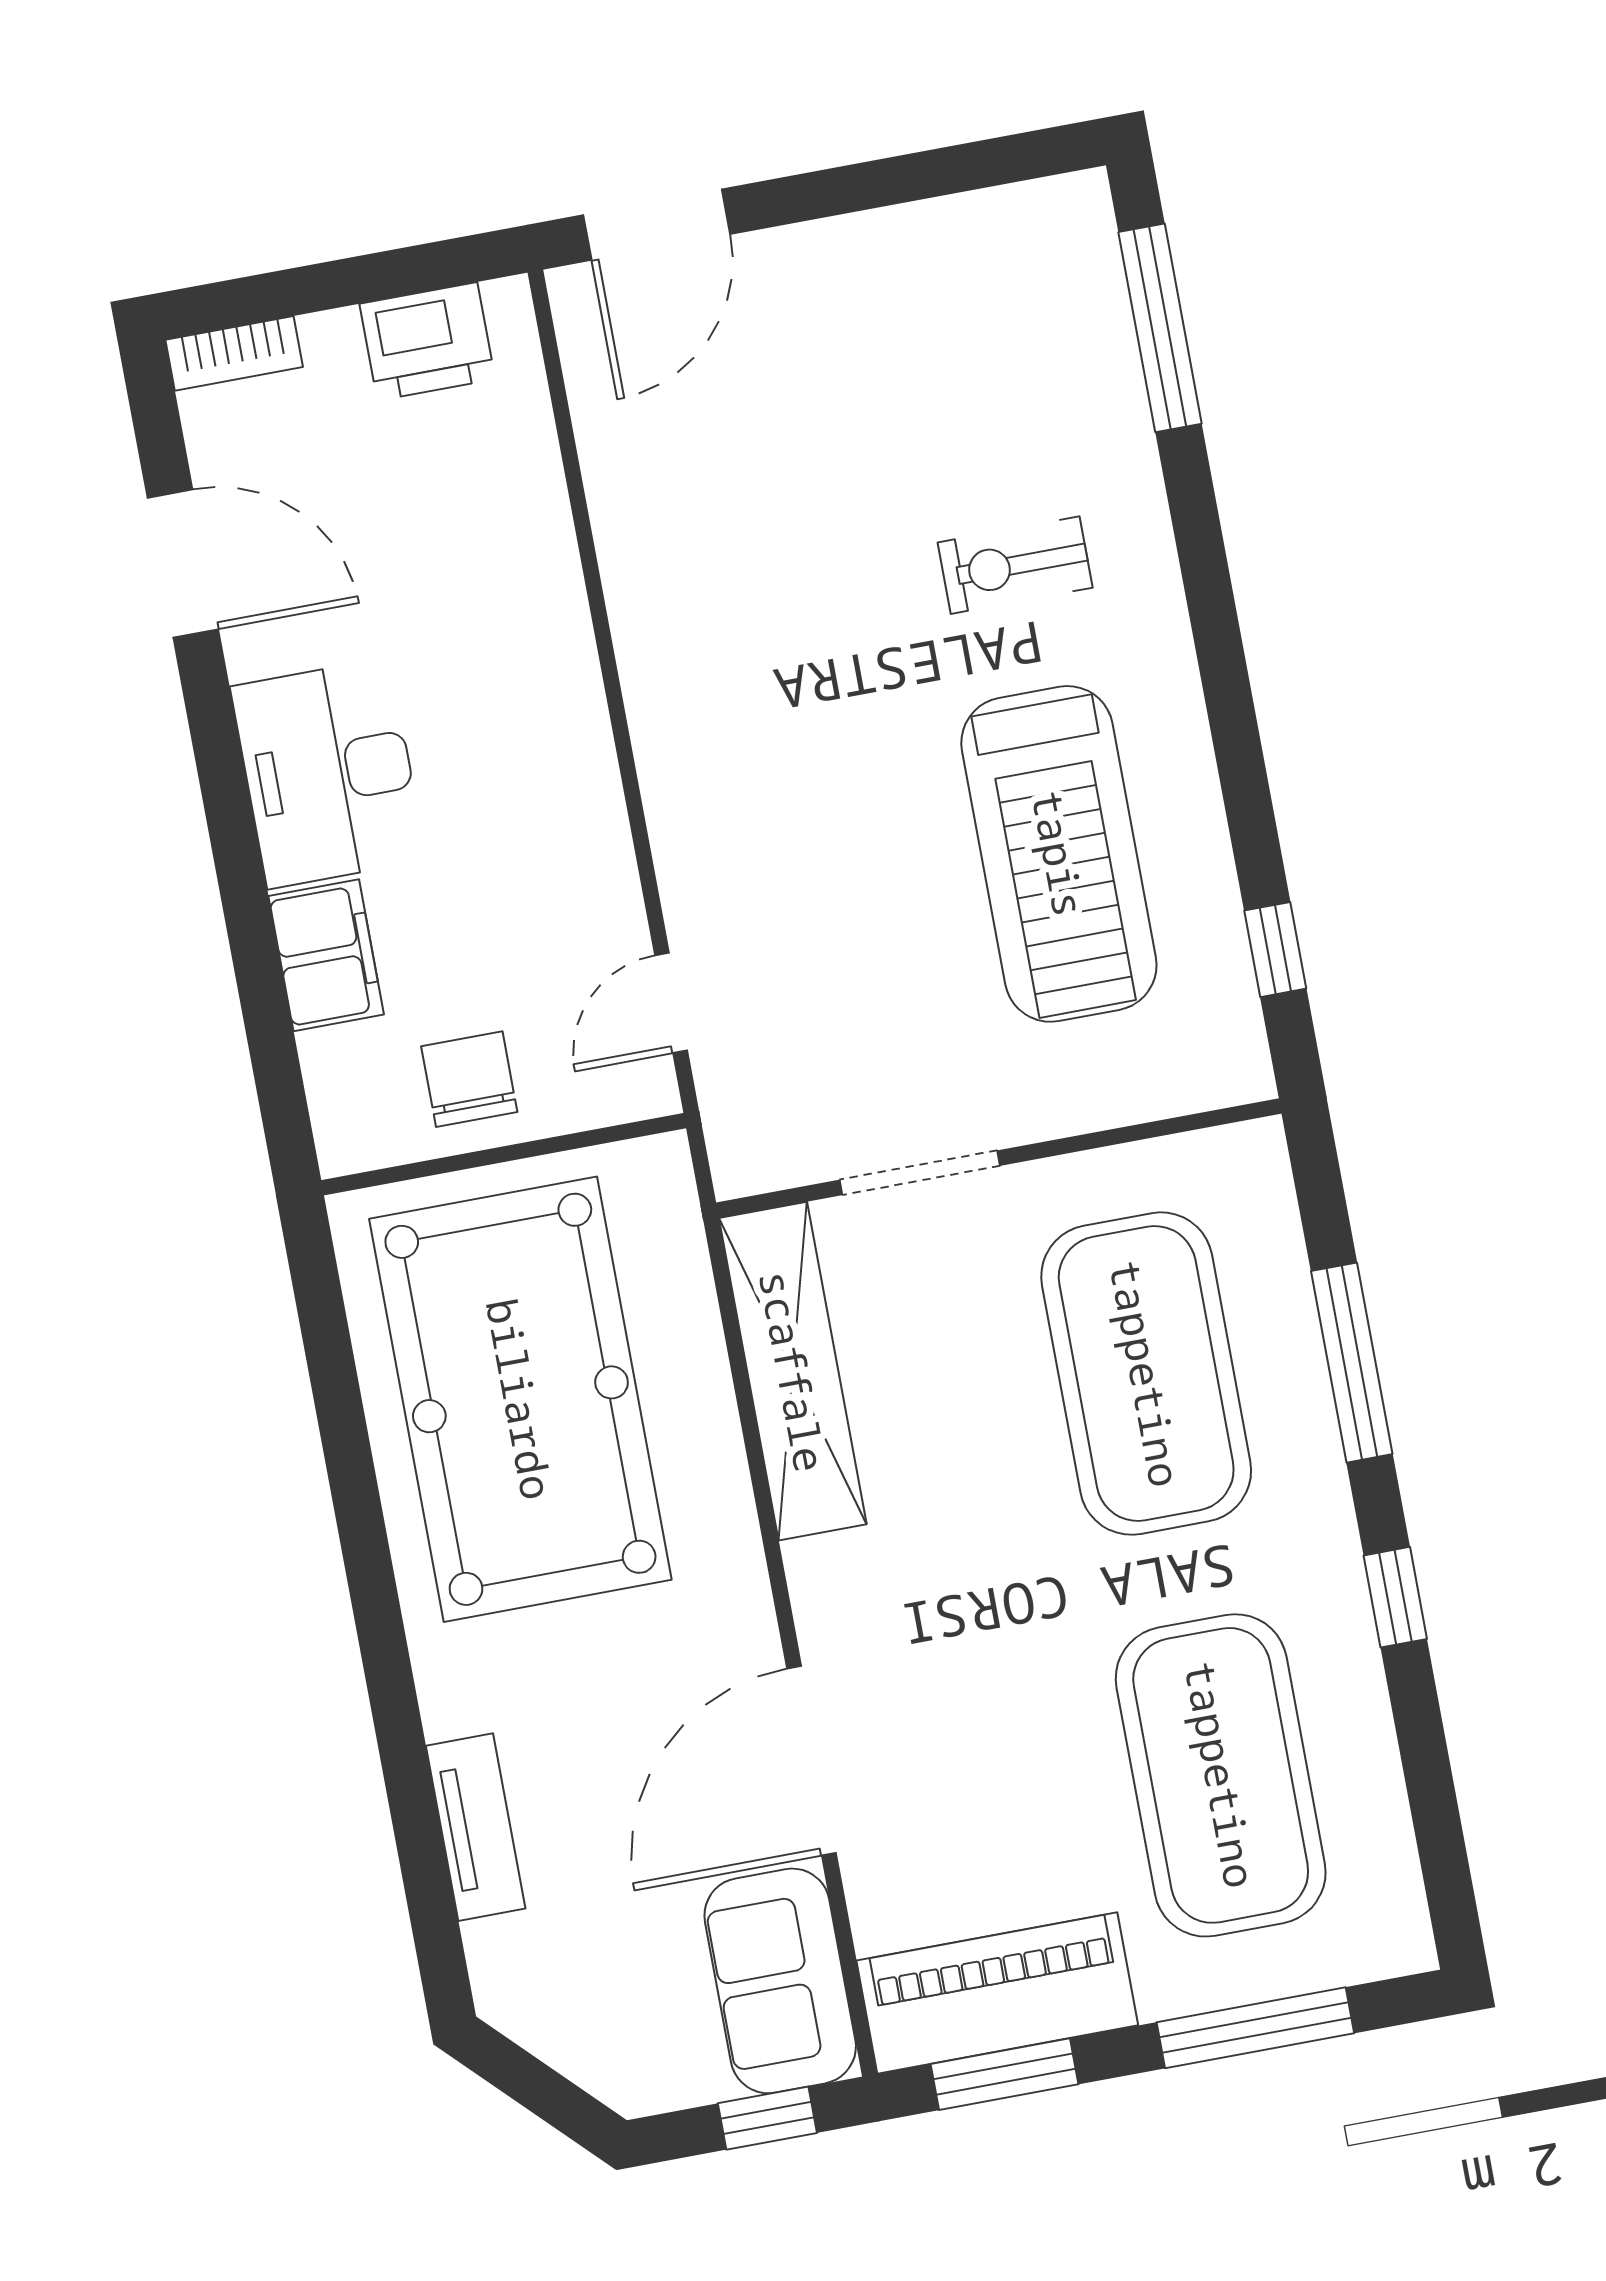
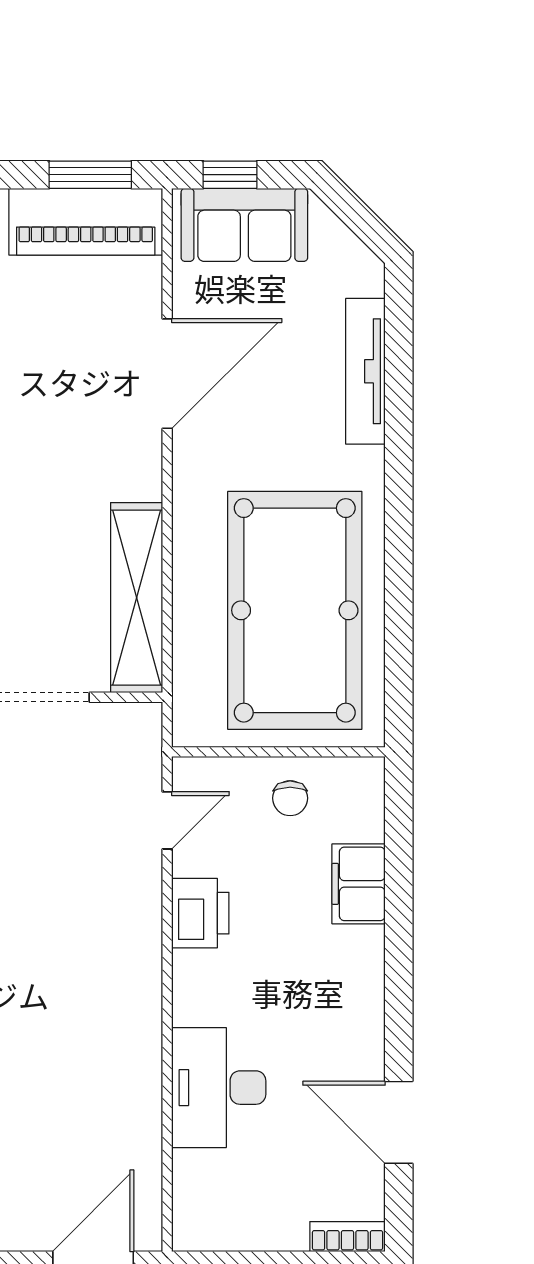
printer: (427, 341) -> (200, 913), moved, turned 90
desk: (328, 773) -> (219, 1088), moved, turned 180
chair: (469, 1079) -> (290, 798), width x0.73, depth x0.73
tv unit: (476, 1827) -> (365, 371), width x1.41
sofa: (780, 1981) -> (244, 225), moved, turned 90

